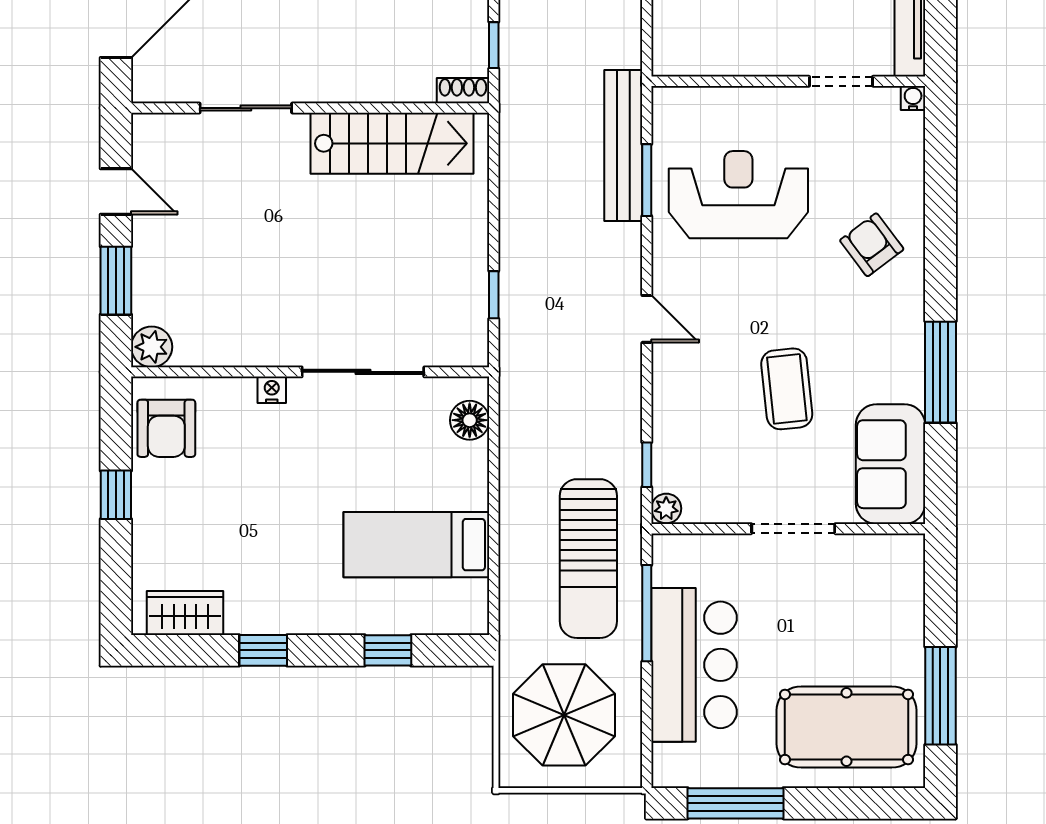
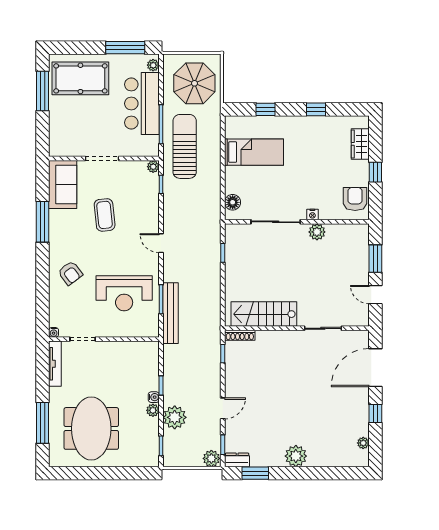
shoe rack: (463, 91) -> (240, 335), width x1.43
plant: (152, 347) -> (317, 232), moved
wardrobe: (185, 613) -> (360, 144), moved, turned 90
plant: (666, 760) -> (153, 65), added

